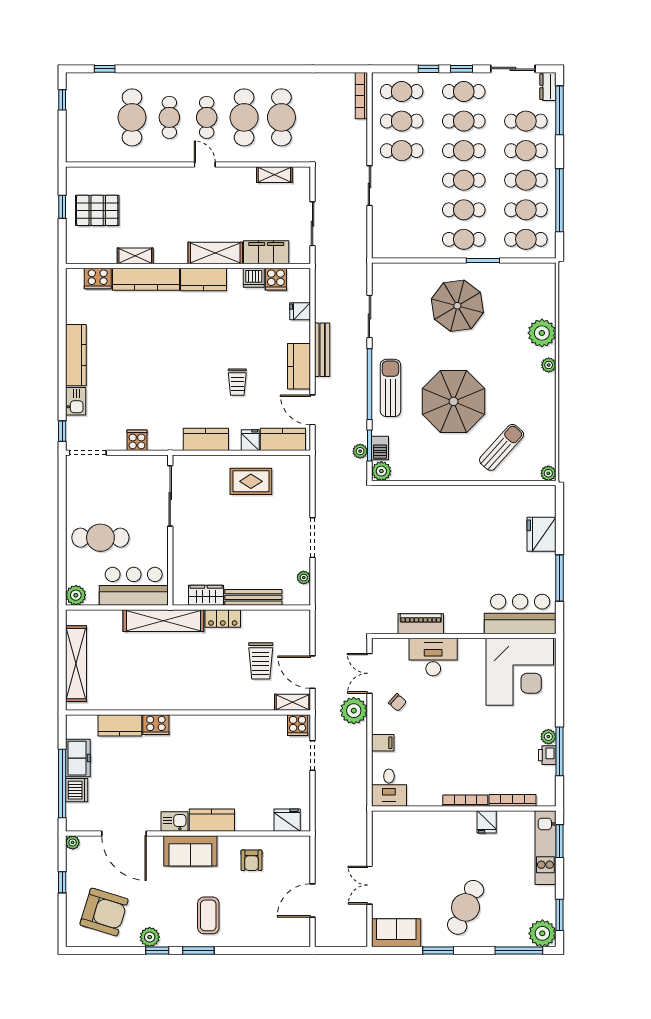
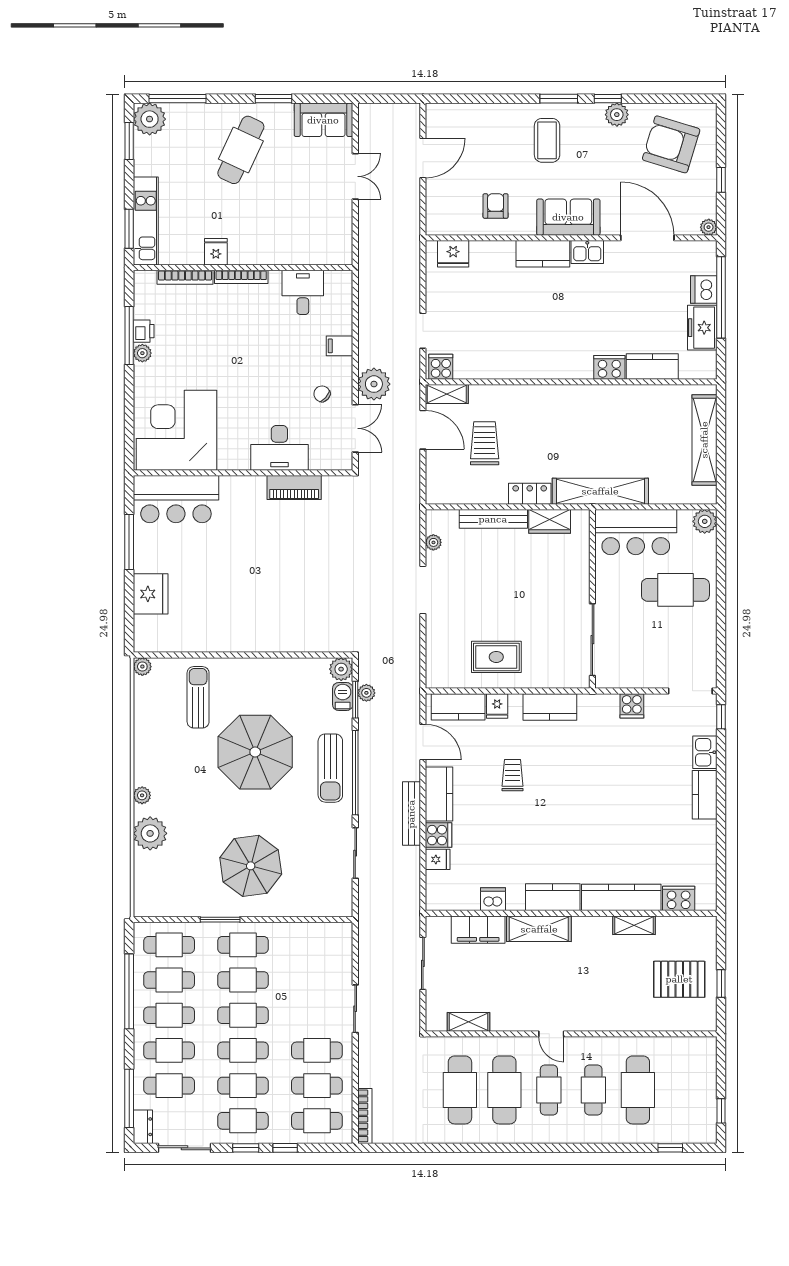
cooker: (276, 279) -> (439, 835), moved, turned 90
kitchen counter: (76, 355) -> (705, 795), width x0.67
sun lounger: (502, 447) -> (198, 697), turned 138
desk: (389, 788) -> (303, 292), moved

